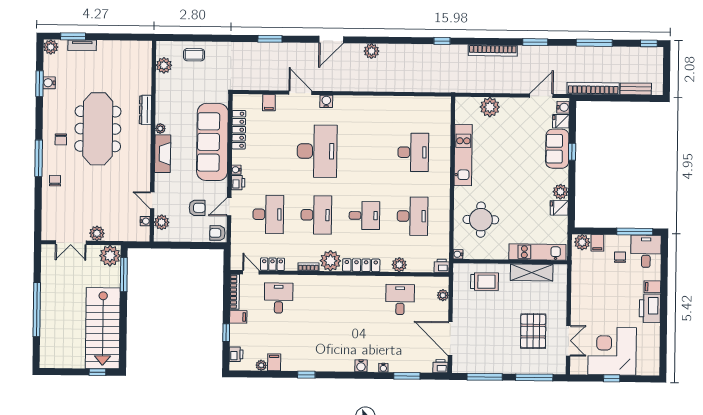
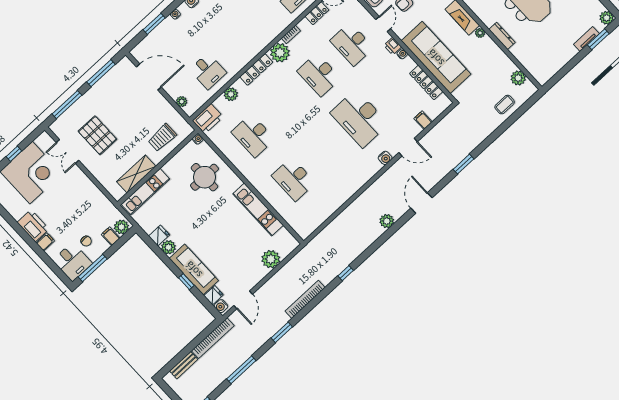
sofa: (557, 149) -> (194, 269), width x1.36
desk: (364, 216) -> (286, 105), removed
printer: (442, 266) -> (208, 119), width x1.87, depth x1.48
printer: (440, 366) -> (138, 52), removed

